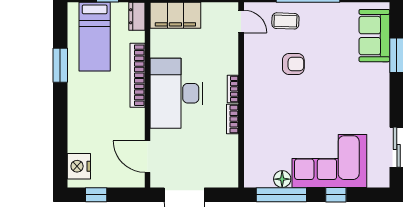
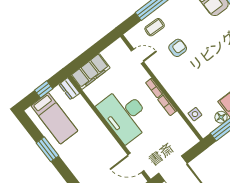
door: (241, 21) -> (137, 56), moved
bookcase: (138, 75) -> (95, 121), removed
side table: (256, 153) -> (195, 114), added

